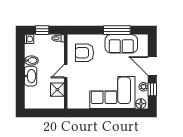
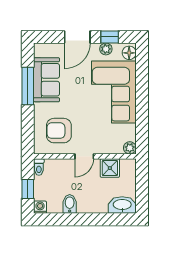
armchair: (85, 53) -> (59, 131), turned 90
door: (66, 71) -> (84, 156), hinge flipped
washbasin: (31, 76) -> (122, 205), moved
plant: (72, 104) -> (130, 148), added

